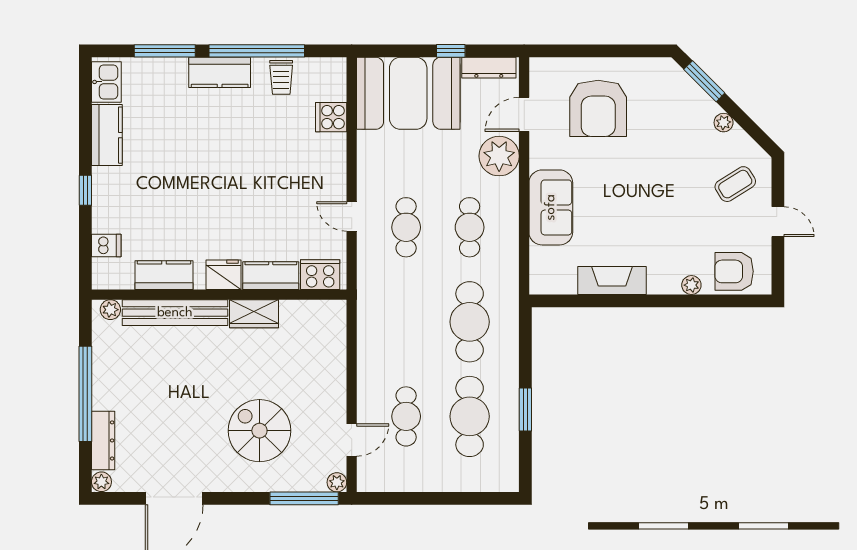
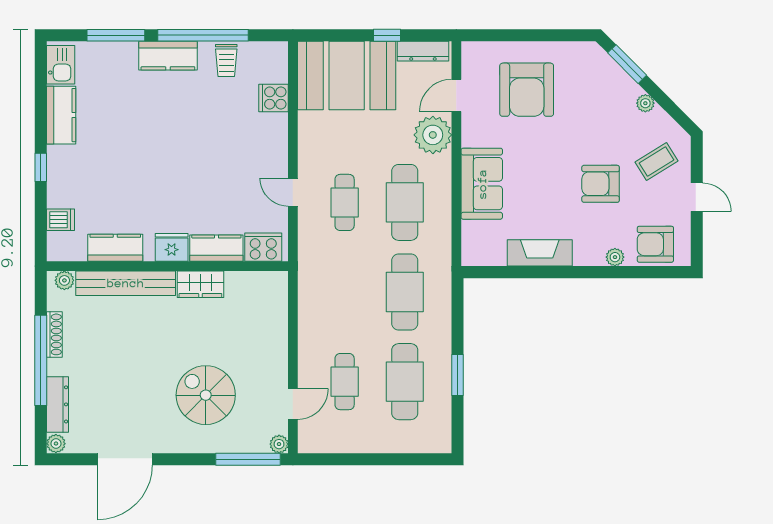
armchair: (676, 208) -> (601, 184), added
cafe table: (470, 227) -> (405, 202), width x1.37, depth x1.35
shoe rack: (100, 367) -> (54, 334), added

